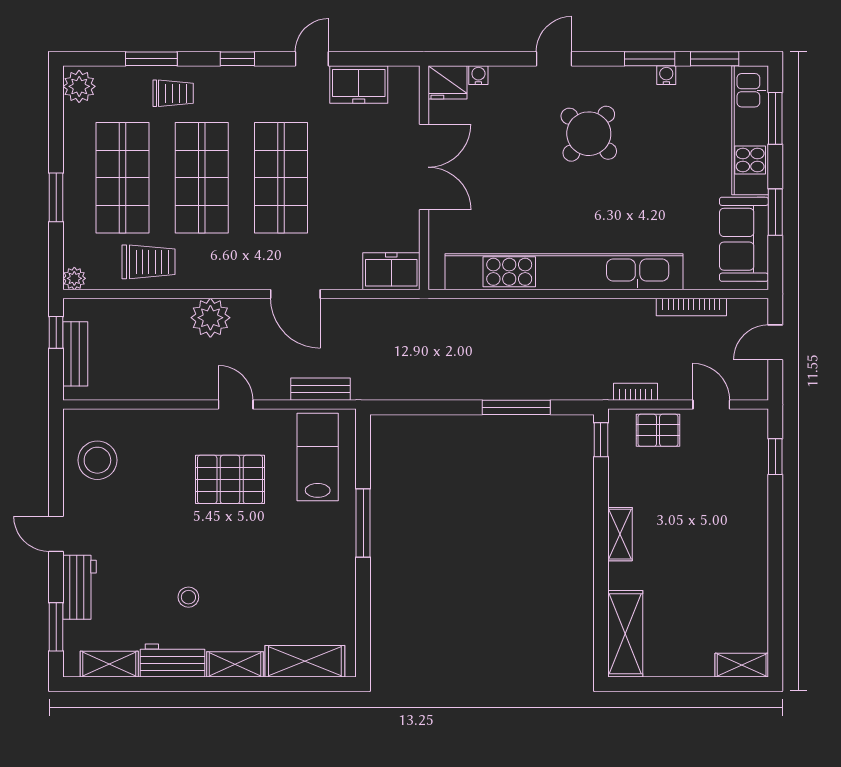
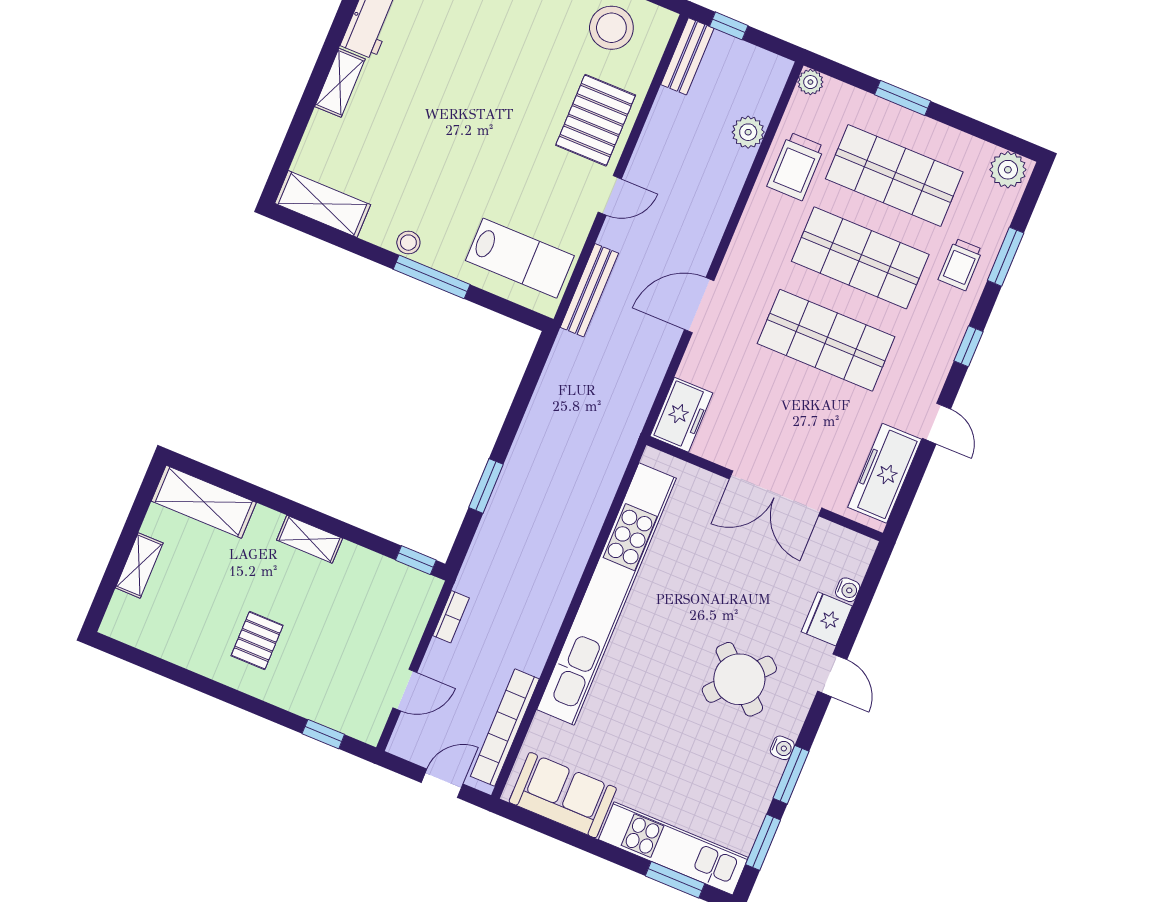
water cooler: (666, 75) -> (782, 748), moved
fridge: (447, 82) -> (827, 619), moved
freezer: (359, 85) -> (885, 473), width x1.40
window: (775, 212) -> (577, 839), removed
bookcase: (691, 307) -> (505, 728), width x1.48, depth x1.31
plant: (210, 318) -> (748, 132), moved, width x0.73, depth x0.73
window: (56, 332) -> (729, 26), moved
door: (775, 342) -> (442, 783), hinge flipped
bench: (75, 354) -> (687, 56), moved, turned 90
bench: (320, 389) -> (589, 290), width x1.36
window: (516, 407) -> (486, 486), width x0.69
pallet: (658, 430) -> (257, 640), moved
pallet: (230, 479) -> (596, 120), moved
stool: (188, 597) -> (408, 243), moved
shelving: (305, 661) -> (323, 204), moved, turned 90
shelving: (742, 665) -> (139, 565), moved

